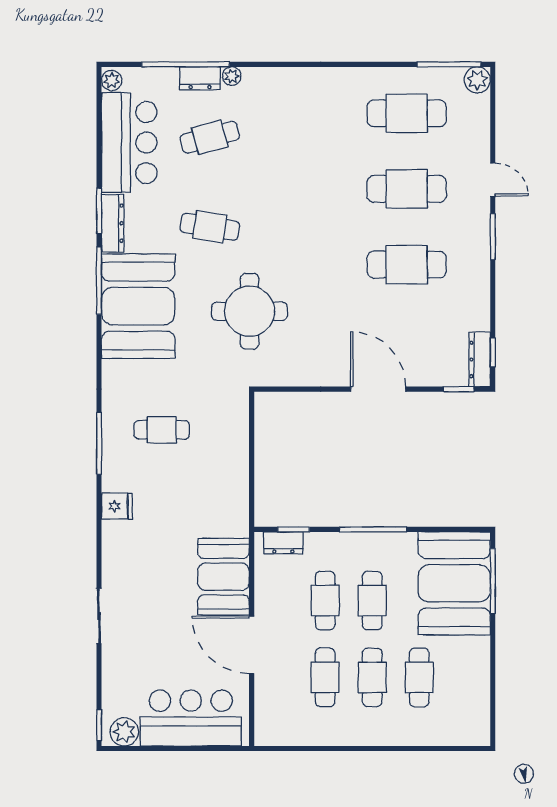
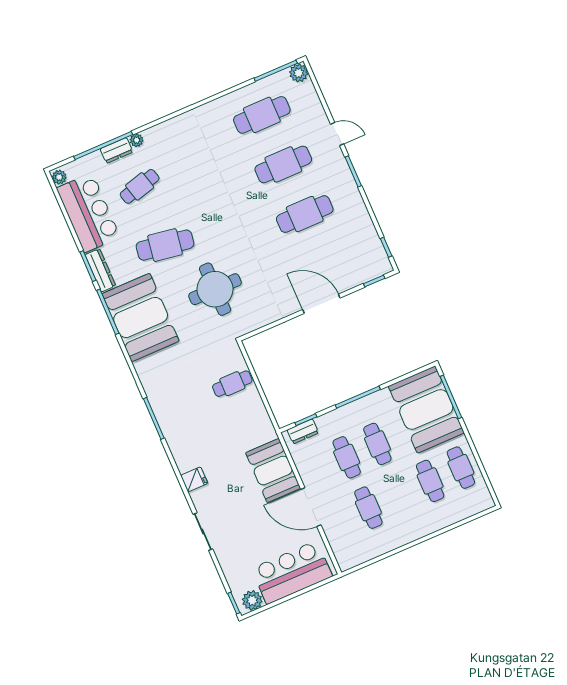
cafe table: (210, 227) -> (165, 245), width x1.37, depth x1.35
dresser: (480, 359) -> (379, 255), removed
cafe table: (162, 430) -> (232, 384), moved
fridge: (117, 506) -> (194, 479), moved
cafe table: (372, 677) -> (461, 468), moved

